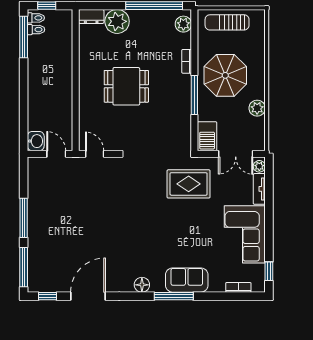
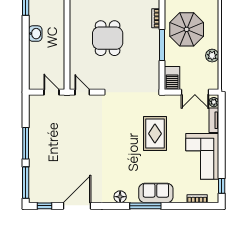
dining table: (126, 86) -> (108, 38), turned 90
washbasin: (36, 141) -> (35, 34), moved
rug: (189, 184) -> (155, 134), moved, turned 90

